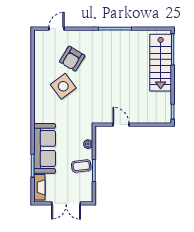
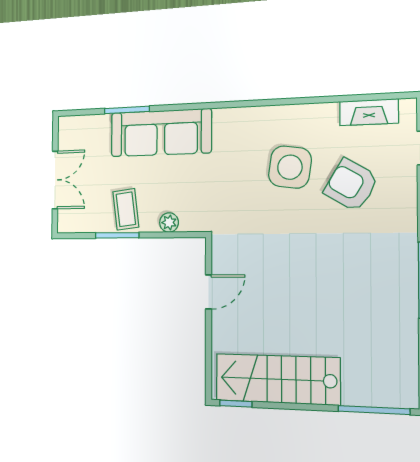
stairs: (161, 63) -> (277, 379), moved
side table: (63, 86) -> (290, 167), turned 45
fireplace: (39, 187) -> (369, 112), moved
double door: (66, 203) -> (55, 180), swing flipped

